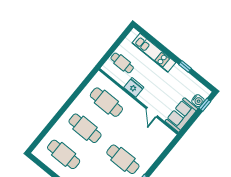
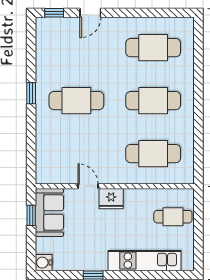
fridge: (134, 87) -> (111, 199), moved
water cooler: (198, 101) -> (44, 263), moved
window: (205, 105) -> (31, 215), moved

